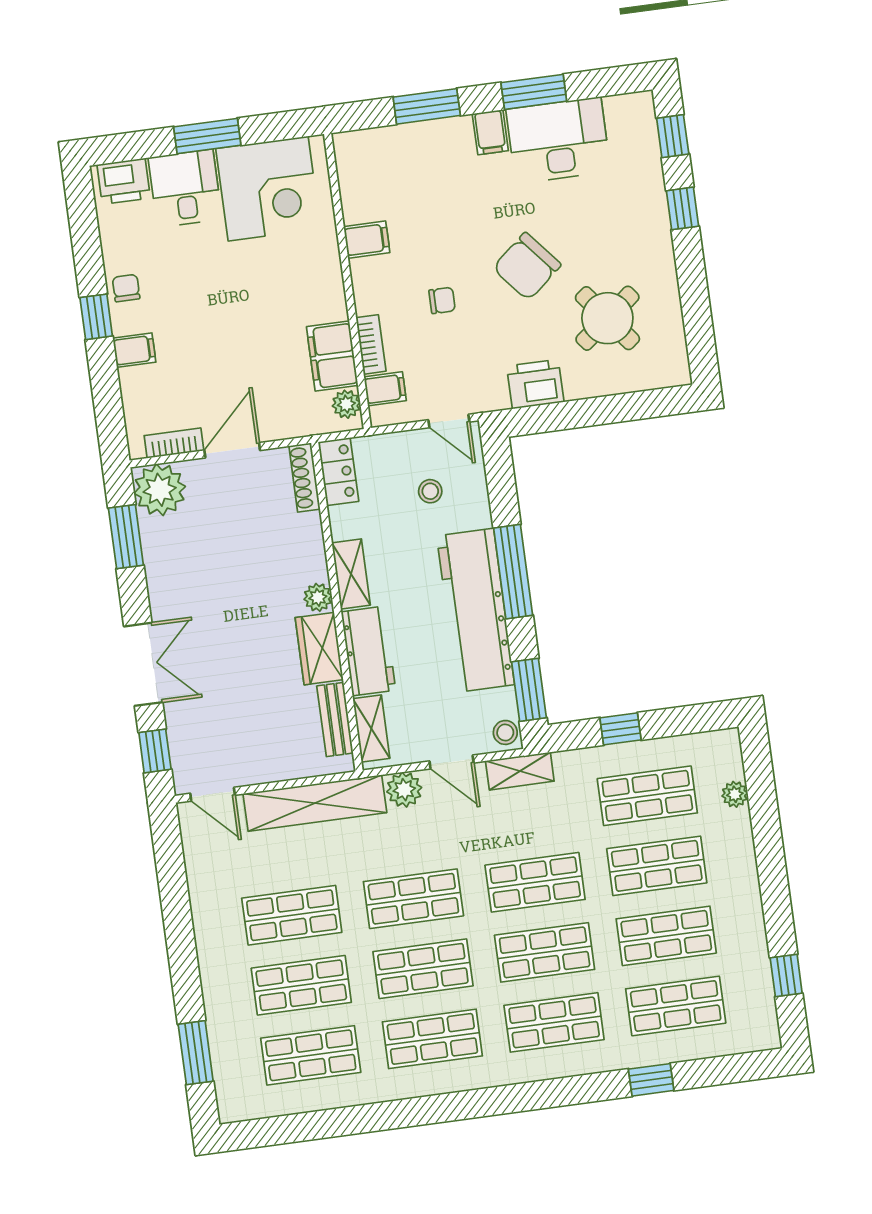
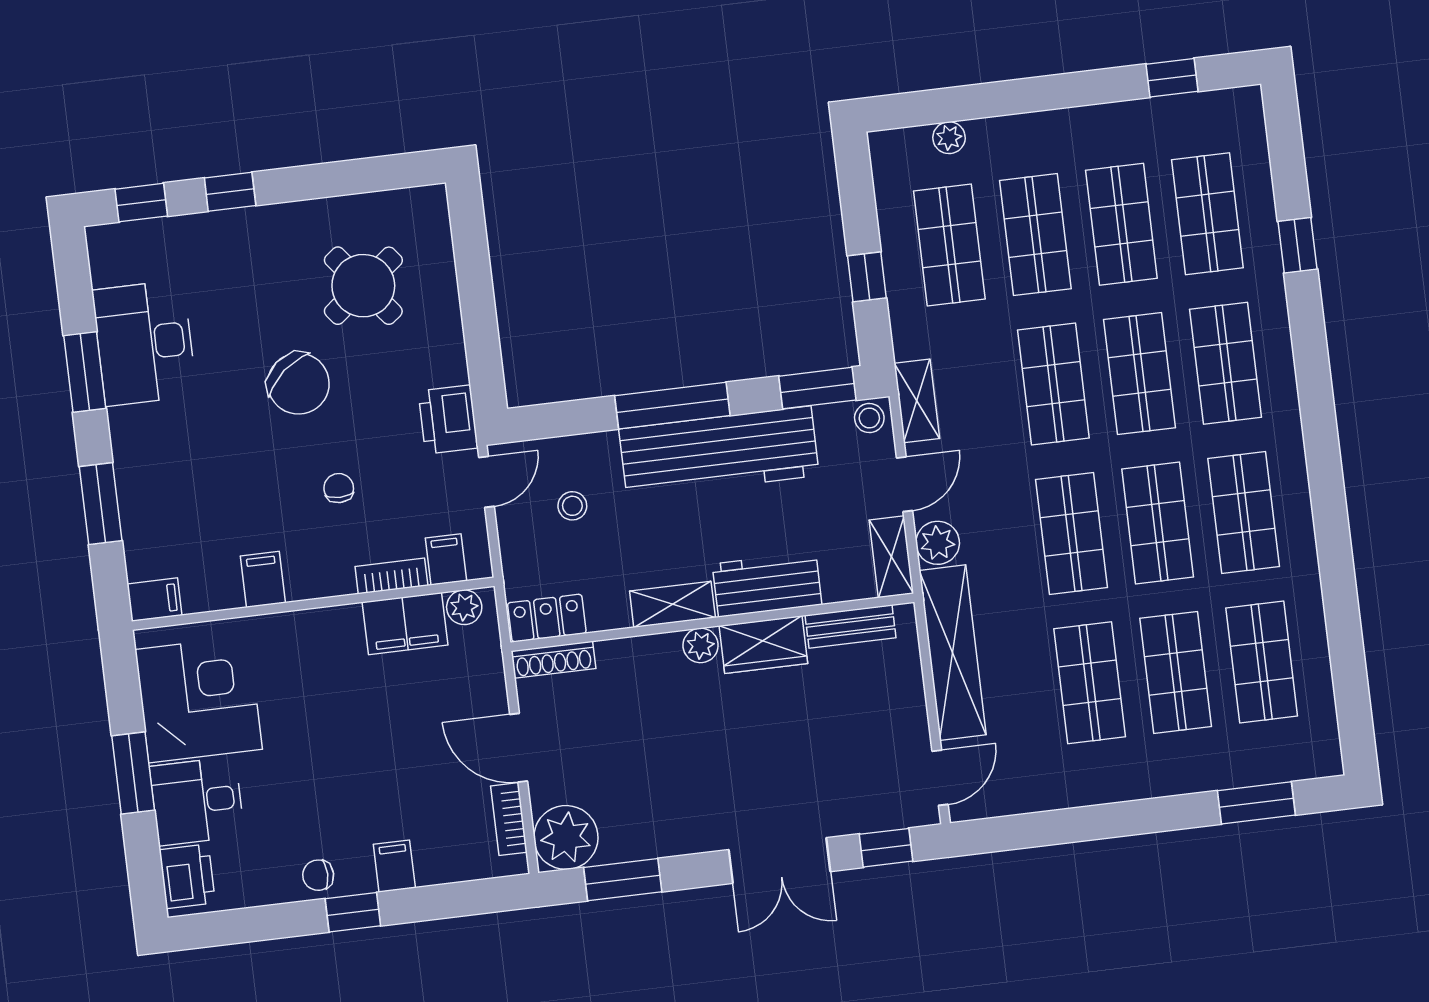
filing cabinet: (490, 132) -> (154, 600), moved
printer: (535, 384) -> (448, 419), moved
double door: (143, 664) -> (780, 861), swing flipped
shelving: (371, 729) -> (891, 557), moved, turned 90

